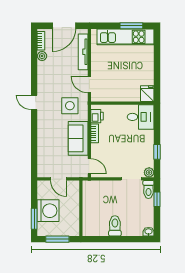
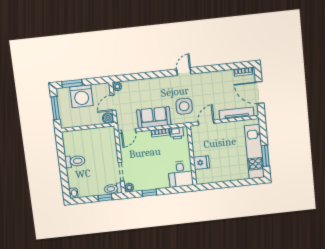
plant: (42, 56) -> (117, 86), moved
fridge: (147, 94) -> (201, 163), moved
boiler: (74, 186) -> (108, 118), added

